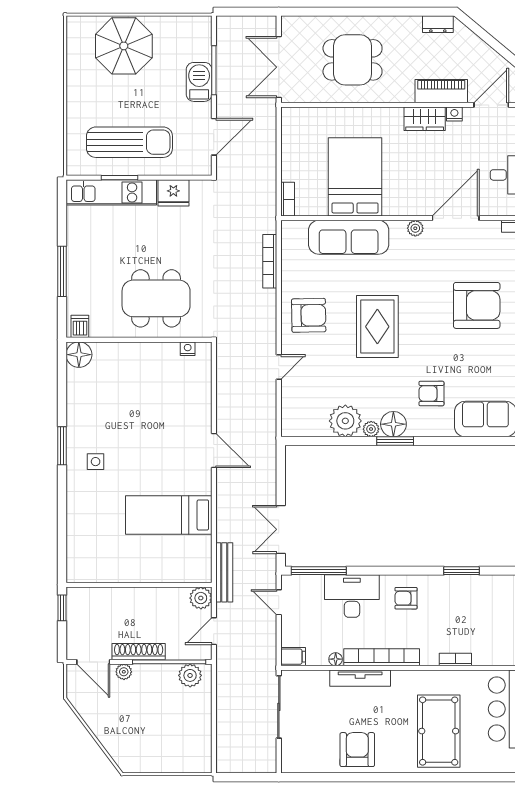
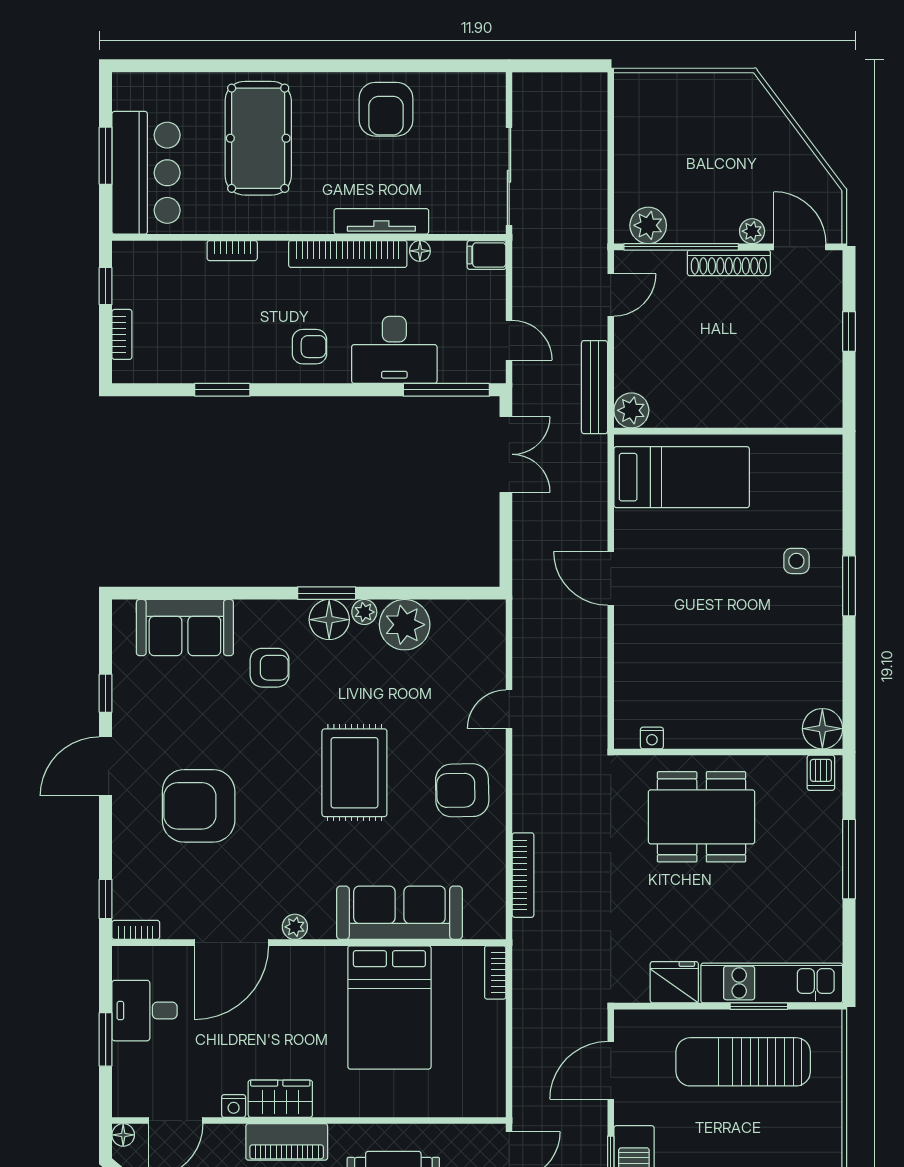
piano: (441, 91) -> (287, 1142), moved
wall: (139, 585) -> (728, 431), moved
plant: (201, 598) -> (631, 410), moved

